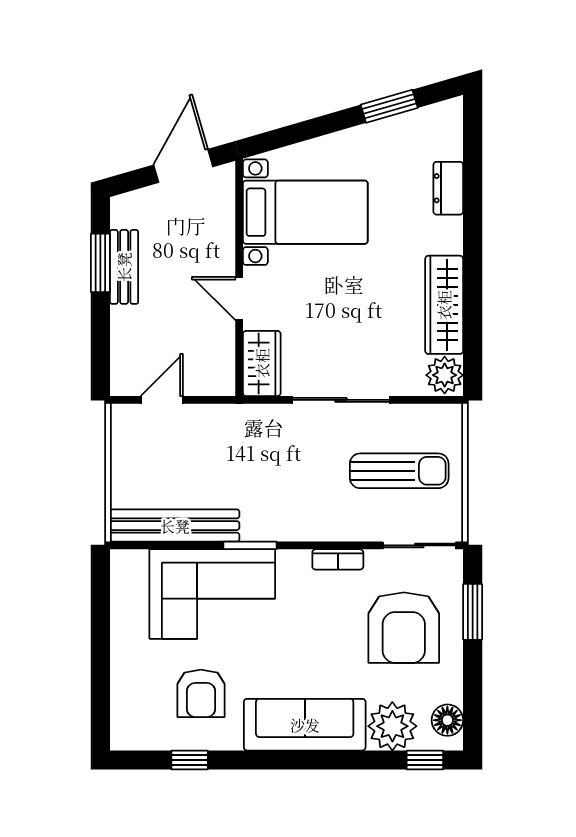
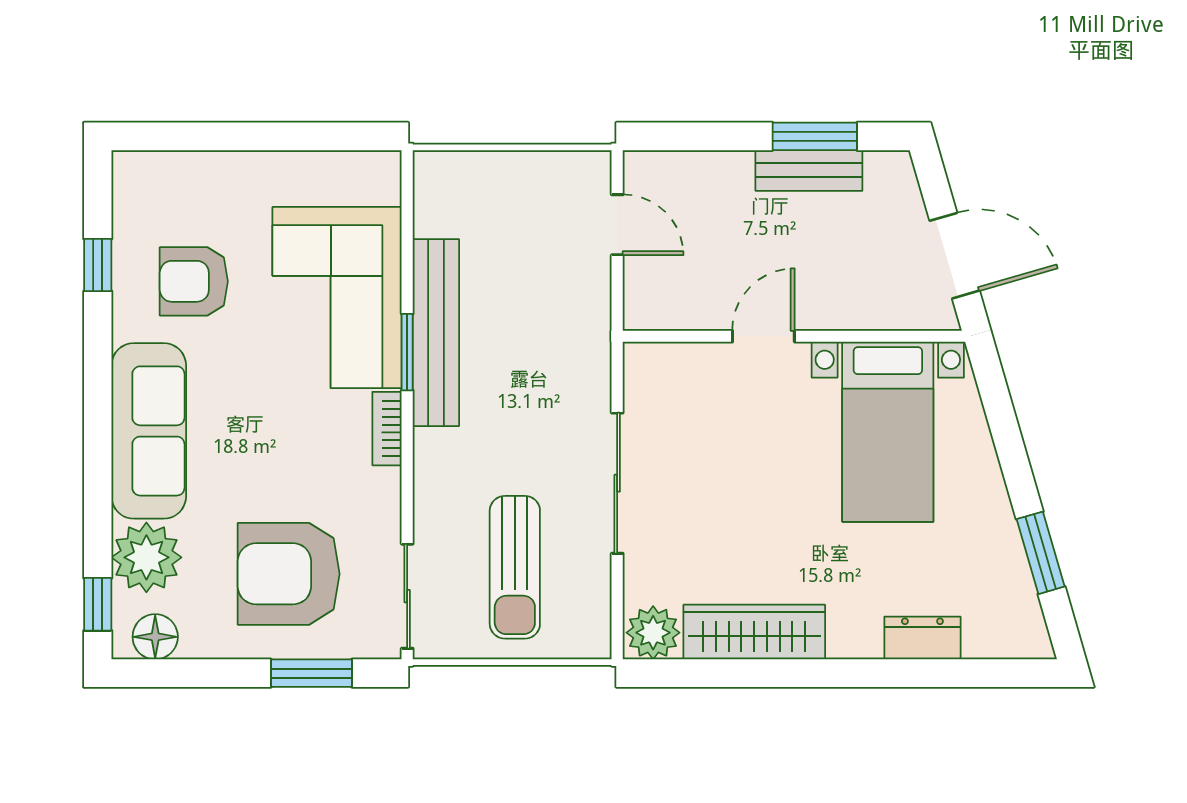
wardrobe: (262, 363) -> (670, 369), removed
bench: (175, 526) -> (436, 333), moved
bookcase: (338, 559) -> (387, 429), moved

